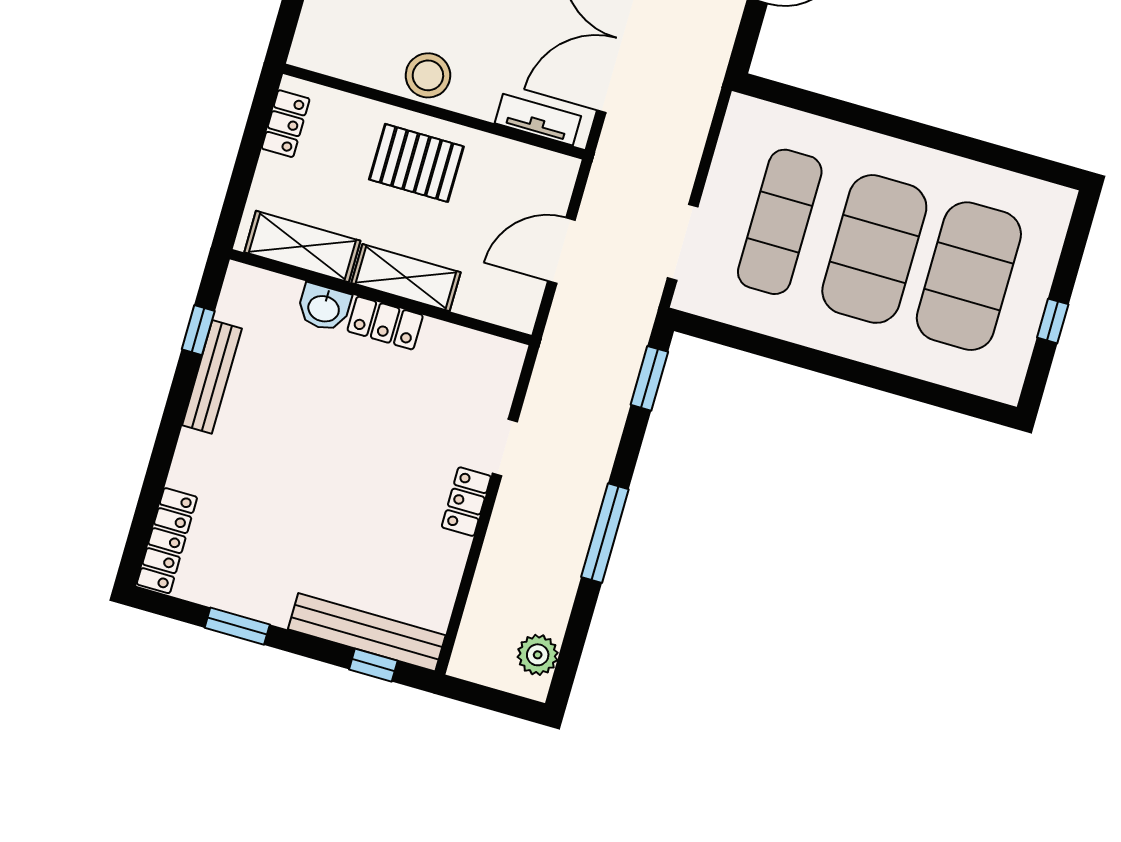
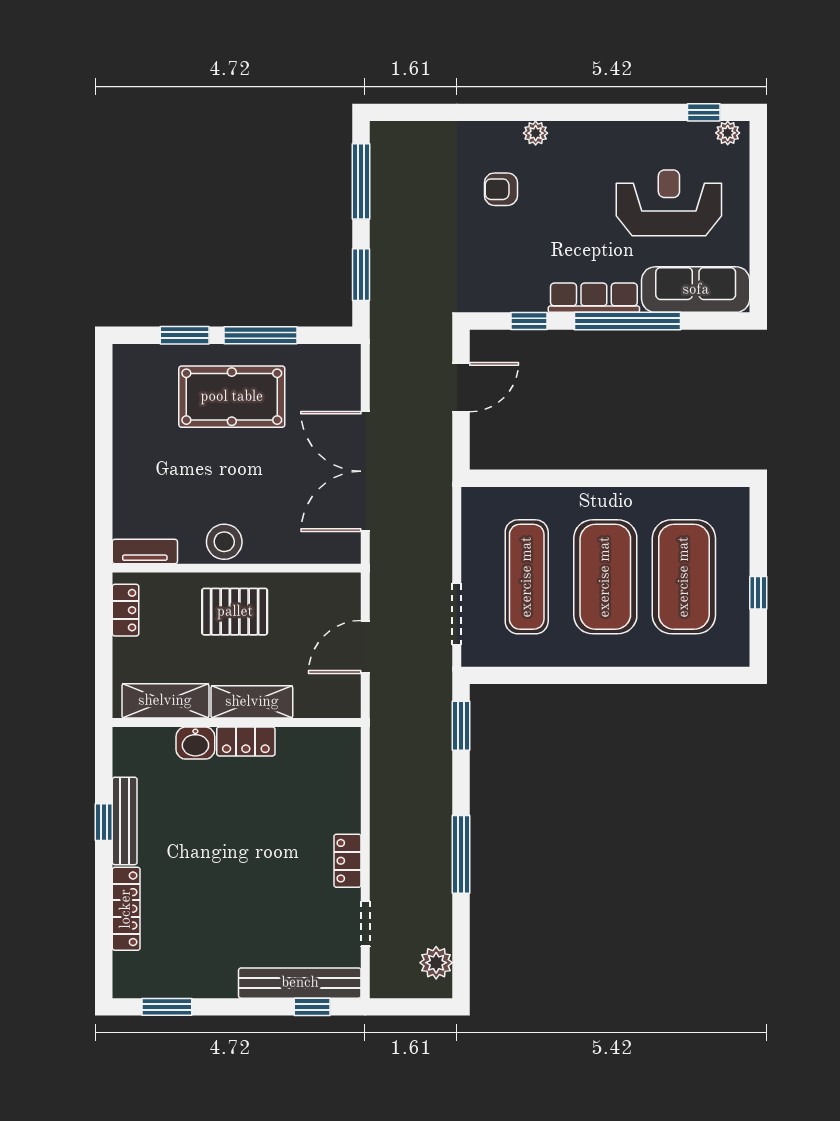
tv unit: (538, 120) -> (145, 552), moved
window: (198, 330) -> (104, 822), moved
doorway: (505, 448) -> (365, 924), moved
locker: (167, 541) -> (126, 909), moved
window: (237, 626) -> (167, 1007), moved

